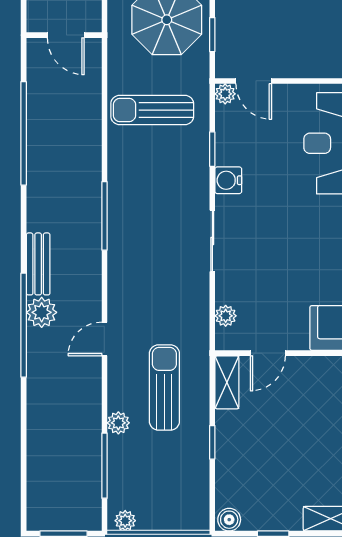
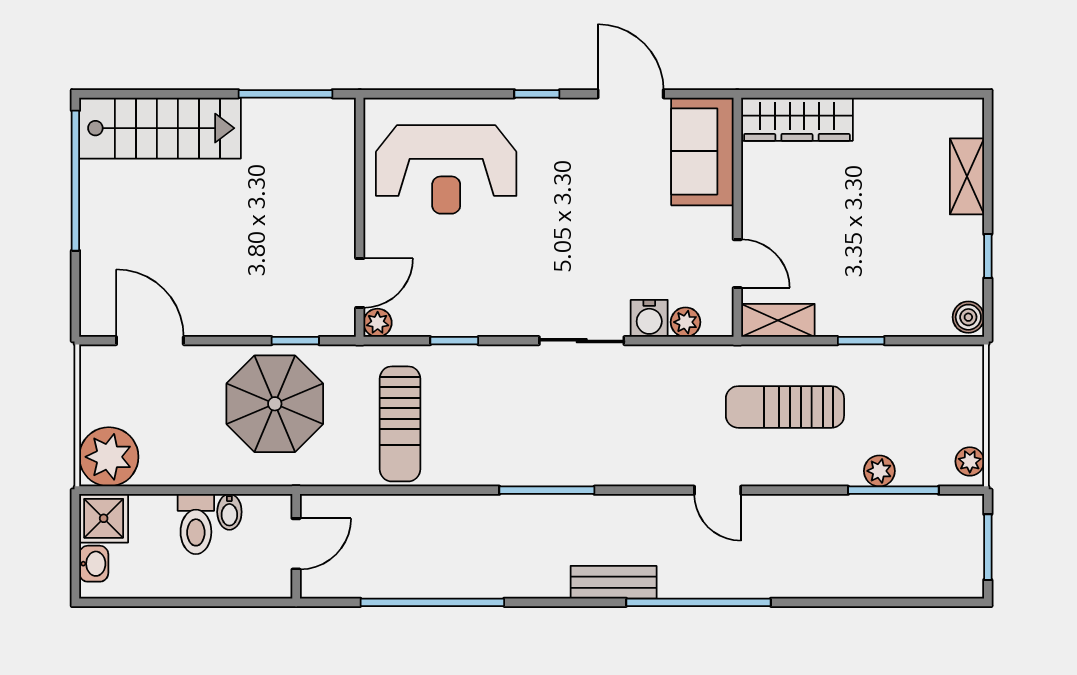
water cooler: (228, 180) -> (649, 318), moved
plant: (42, 312) -> (681, 577), removed
plant: (118, 423) -> (879, 471), moved

